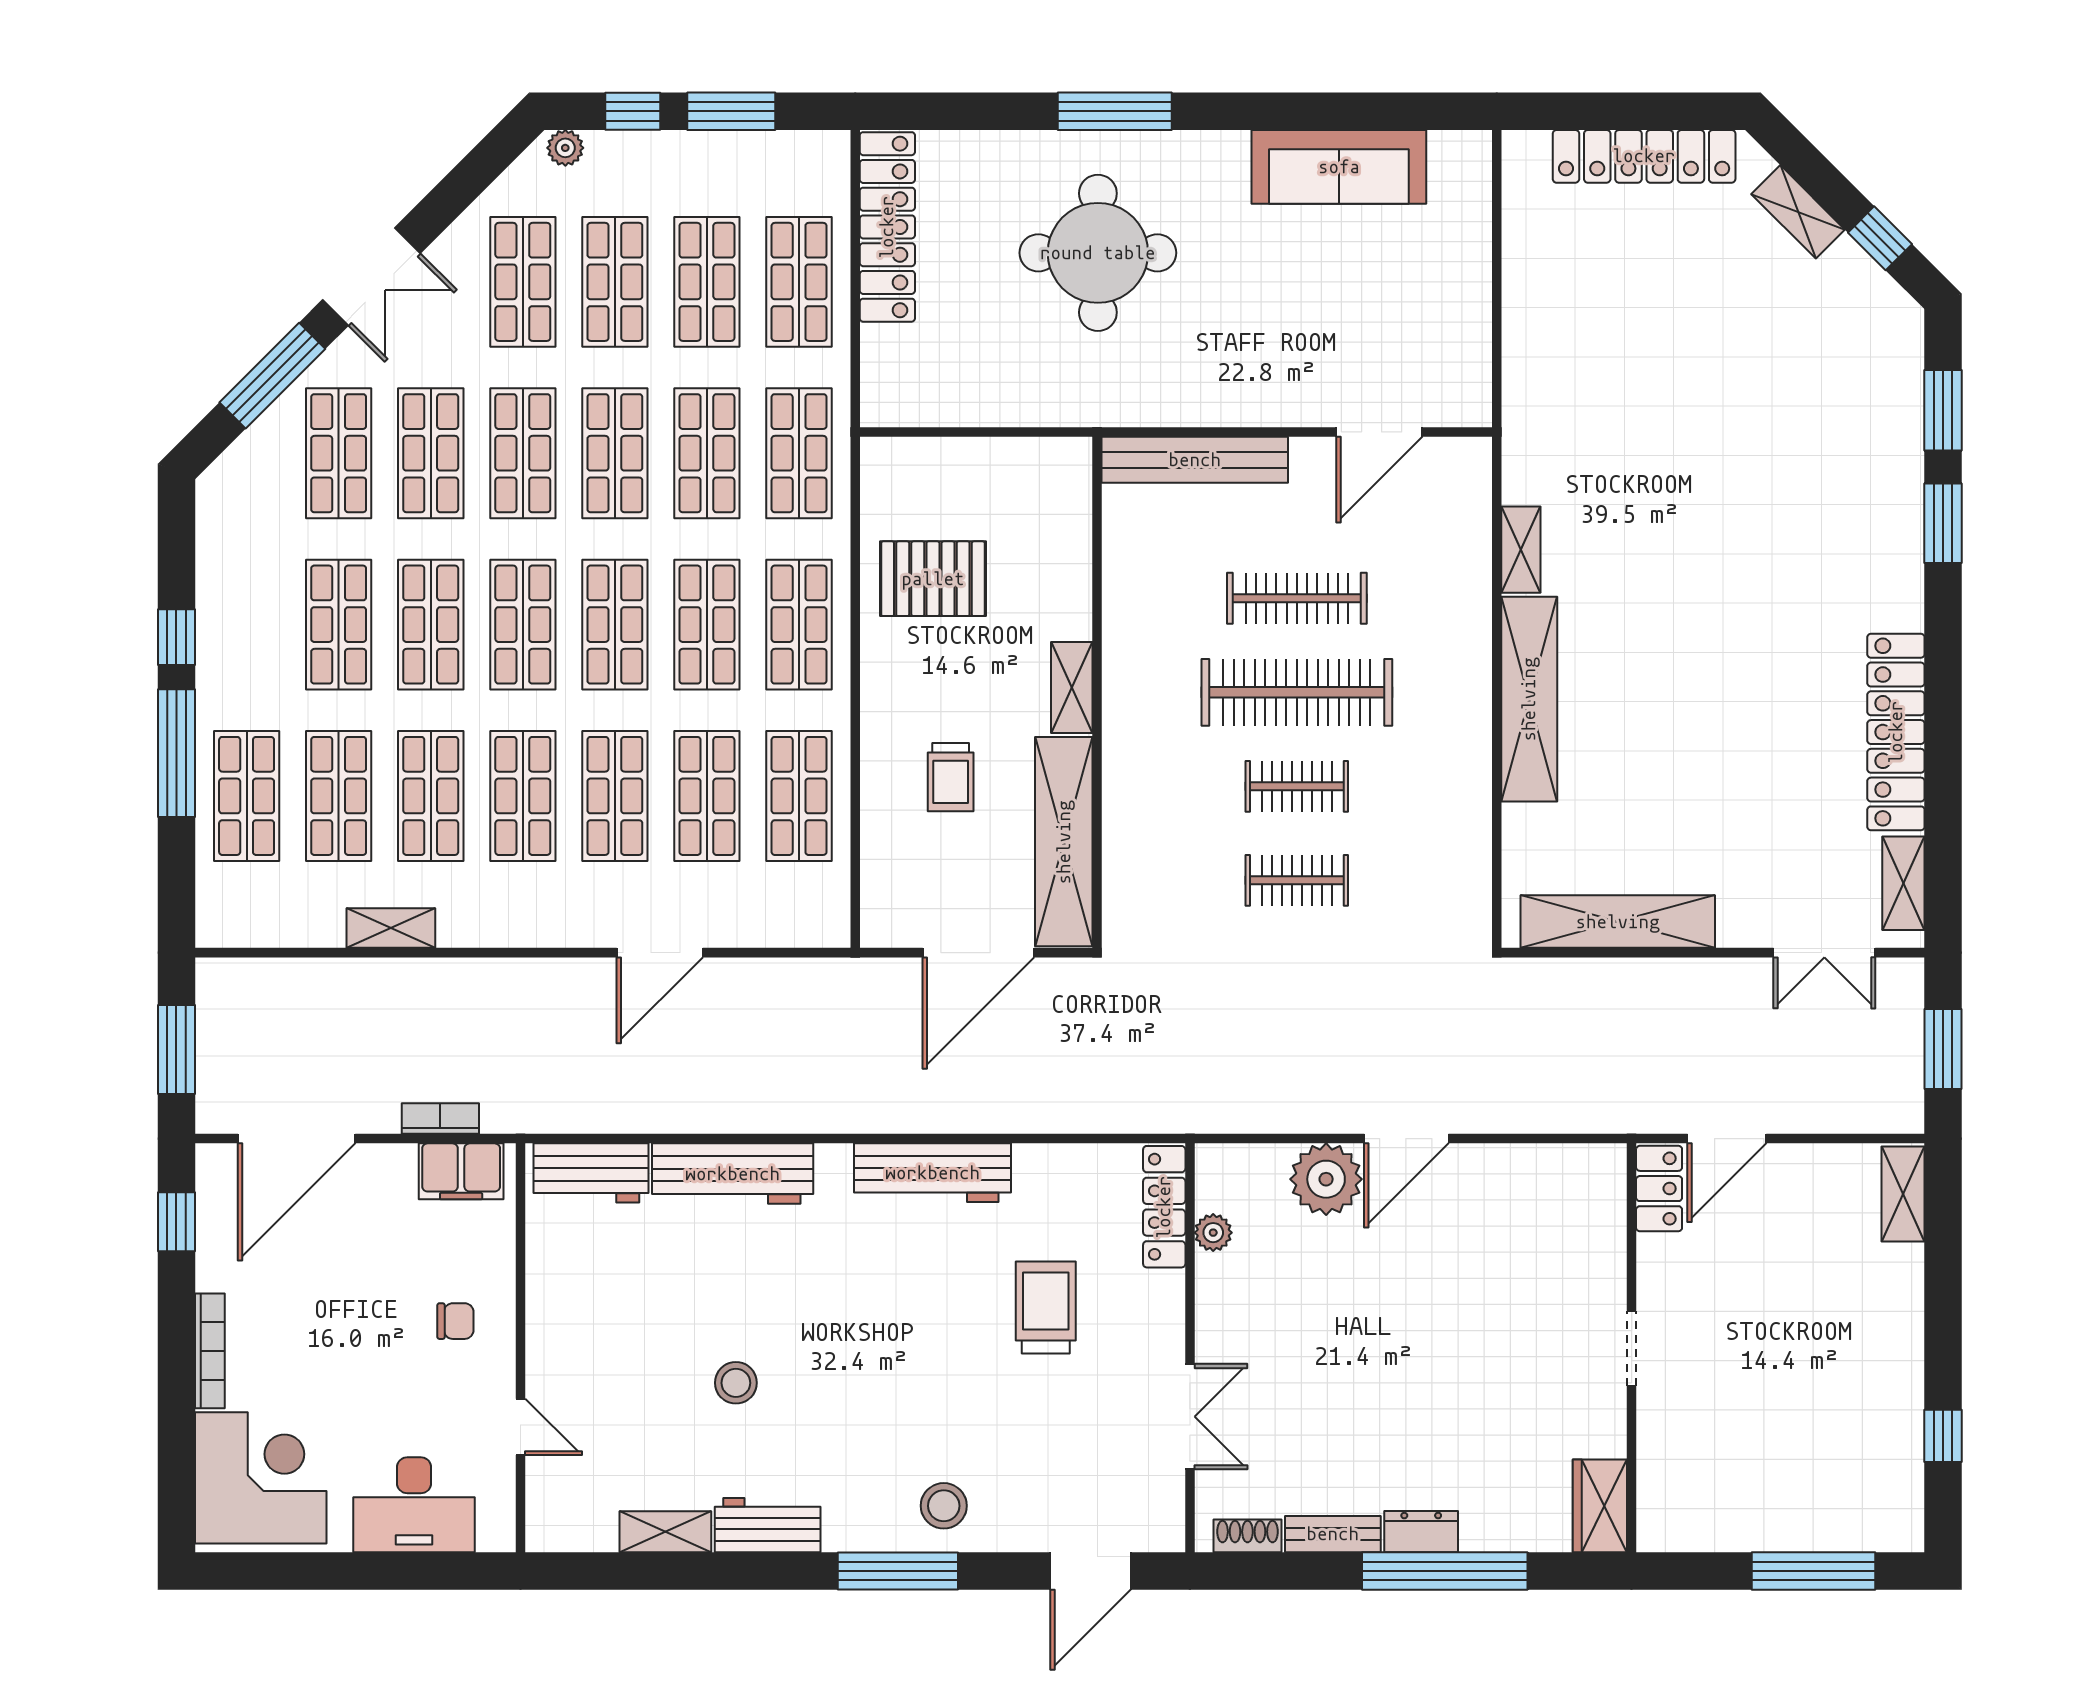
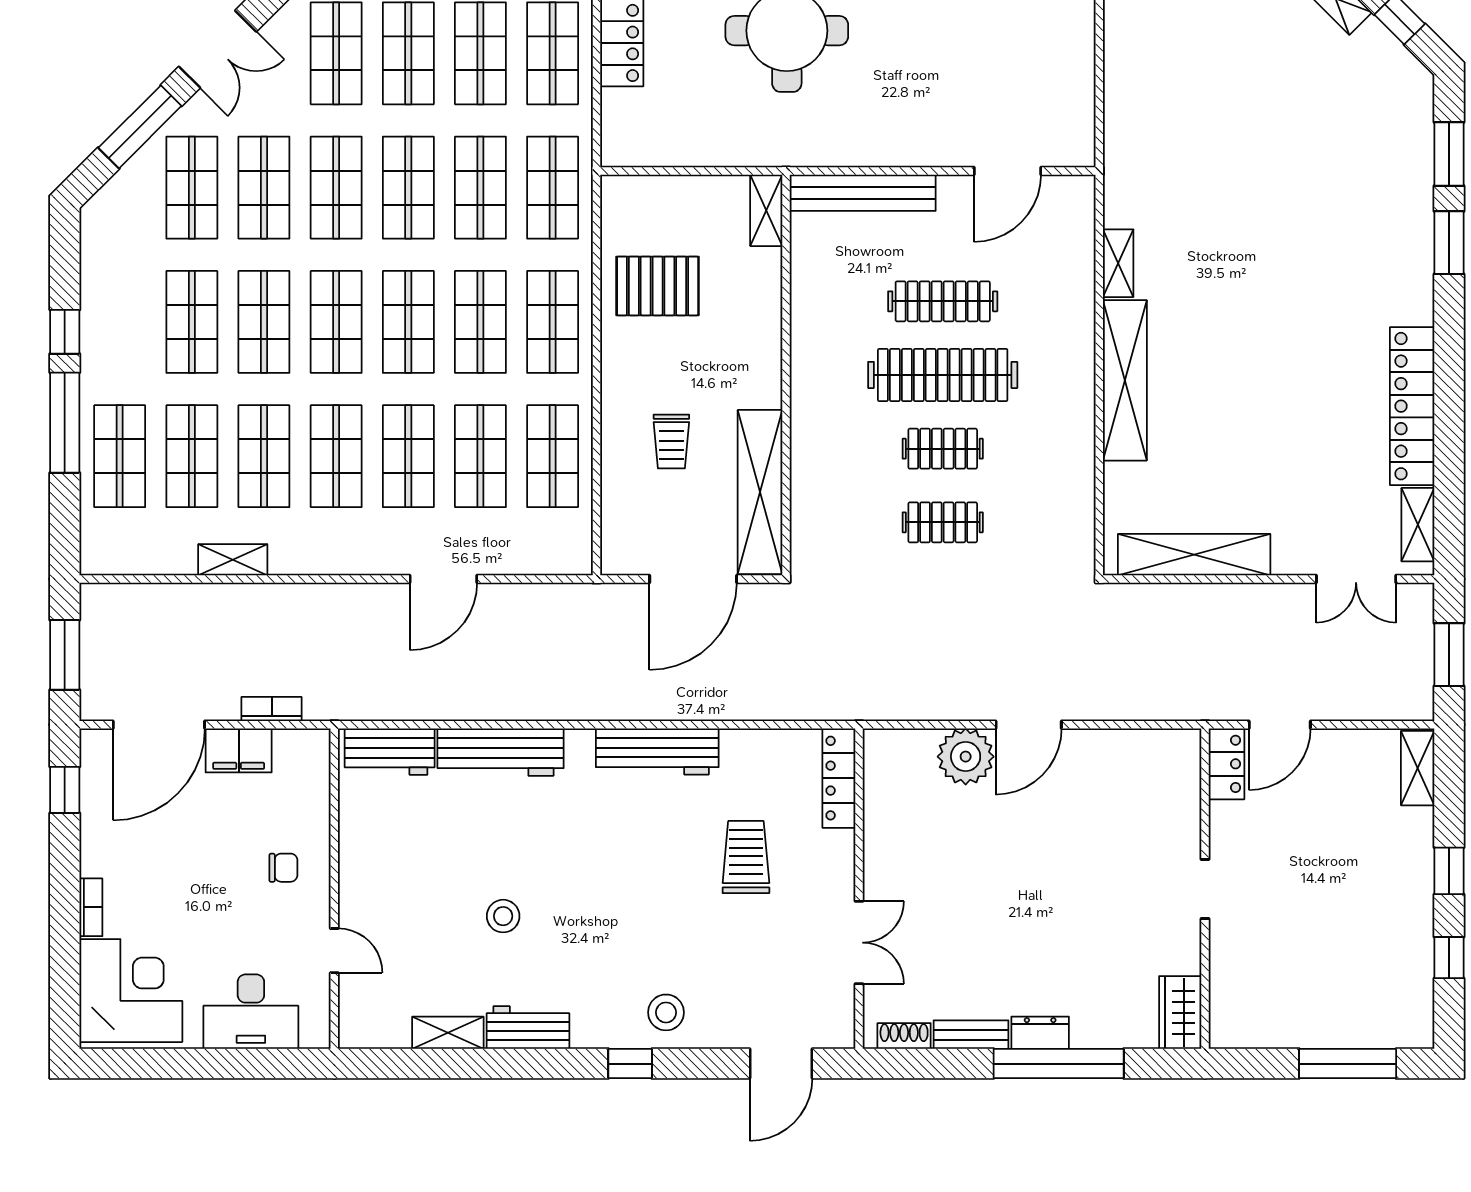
shelving: (1072, 688) -> (766, 210), moved
filing cabinet: (461, 1171) -> (239, 750), moved
plant: (1213, 1233) -> (877, 798), removed
window: (1943, 1325) -> (1449, 871), added
bookcase: (210, 1351) -> (91, 907), width x0.64
window: (898, 1571) -> (630, 1064), width x0.46

